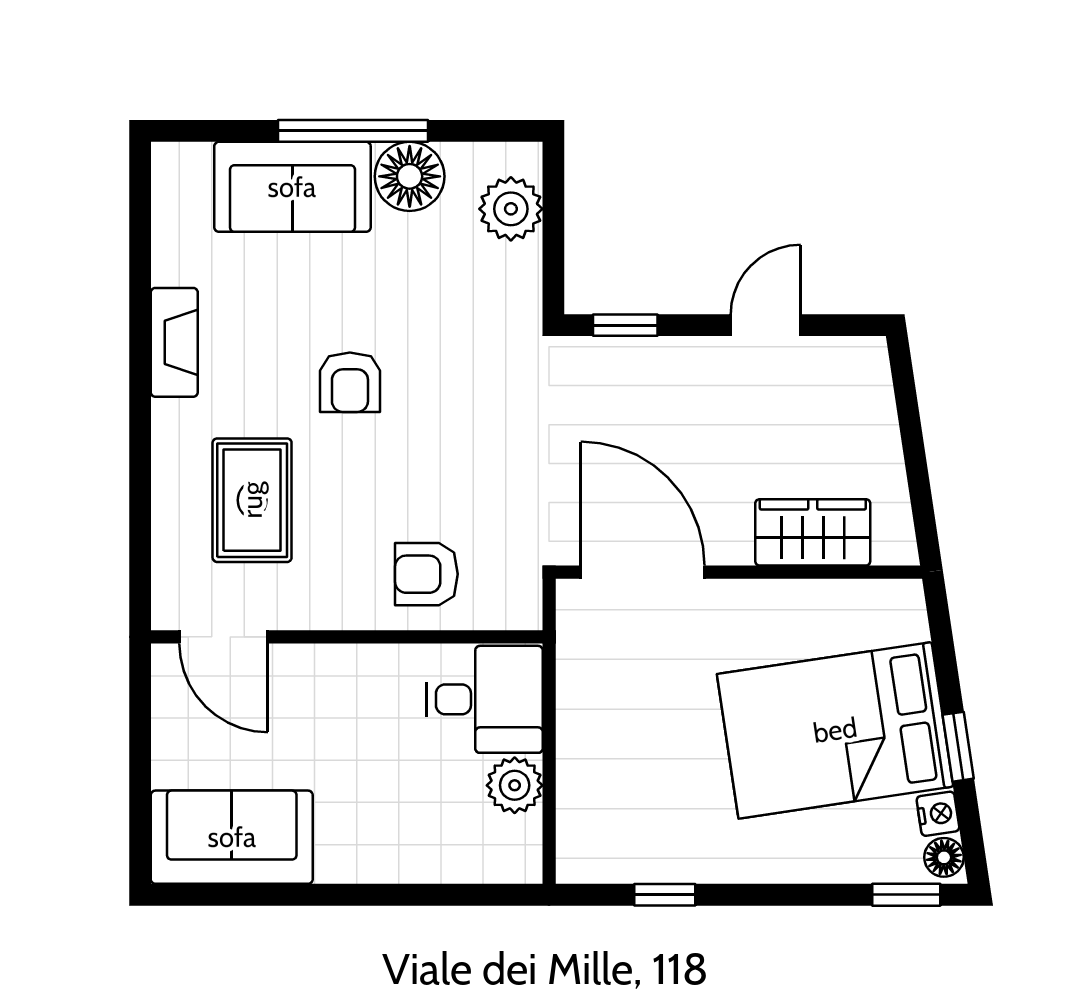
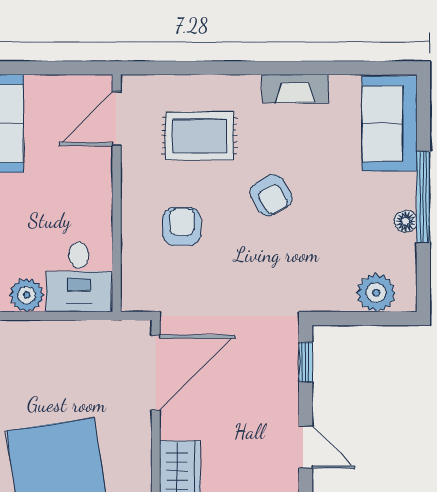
floor lamp: (410, 176) -> (406, 221), width x0.53, depth x0.53
sofa: (292, 187) -> (389, 124), moved
armchair: (350, 382) -> (271, 195), turned -119
armchair: (426, 574) -> (182, 226), moved

